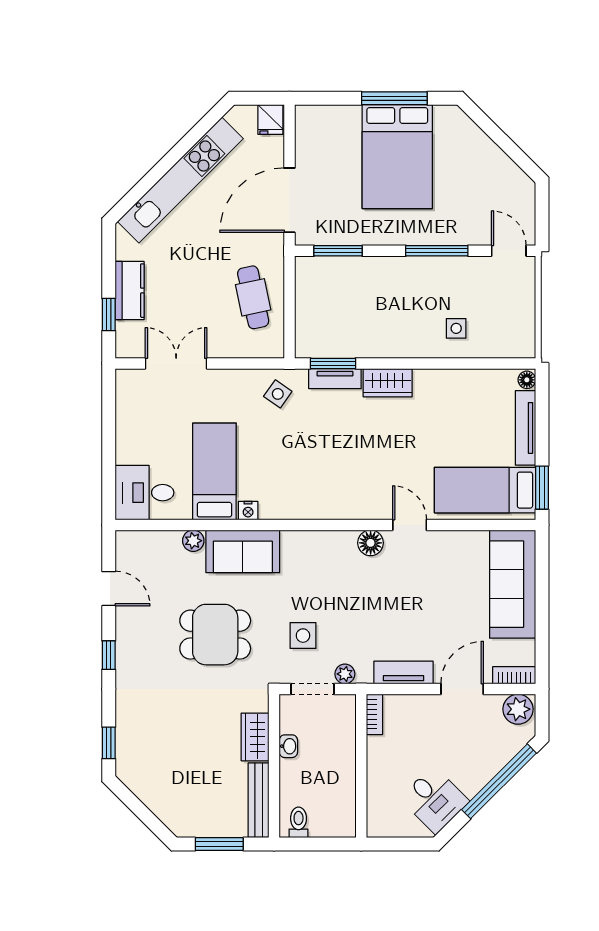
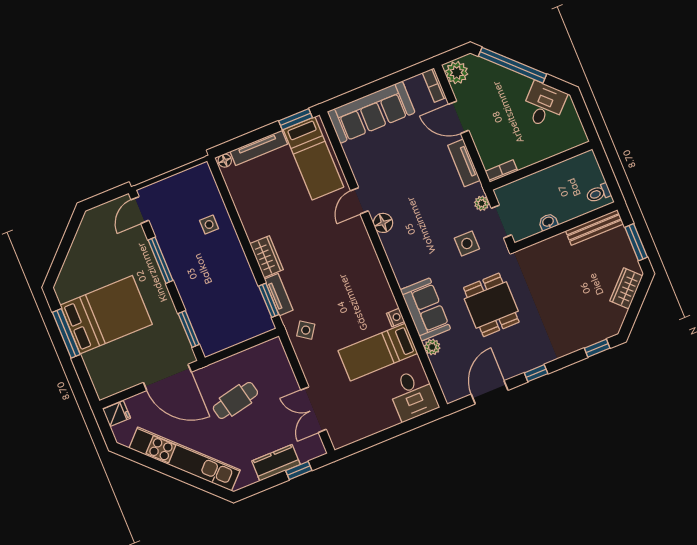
cafe table: (253, 297) -> (235, 400), moved
door: (109, 589) -> (490, 392), width x1.37
wardrobe: (255, 737) -> (626, 288), moved, turned 135

